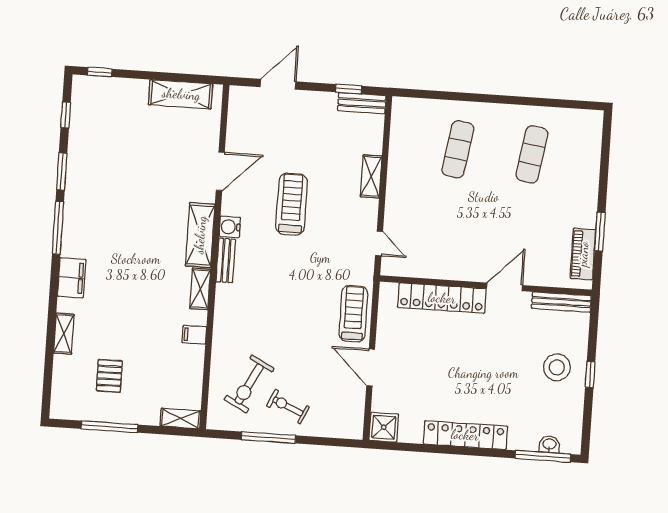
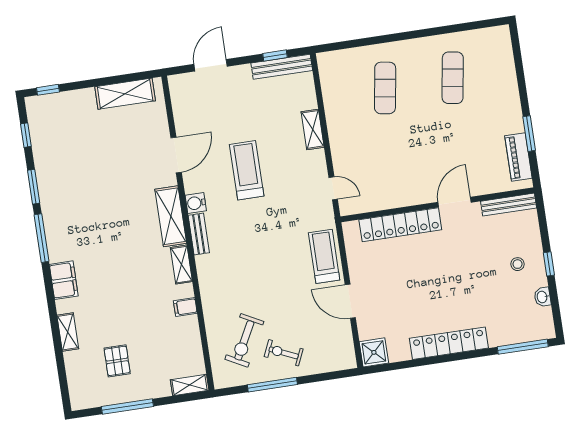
bench: (362, 103) -> (282, 67), width x1.36
stool: (557, 367) -> (518, 264), width x0.53, depth x0.53
washbasin: (549, 444) -> (542, 297), moved, turned -90

